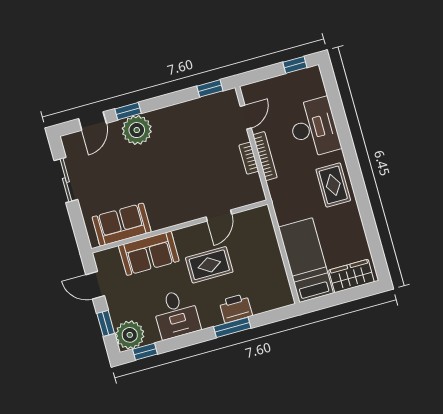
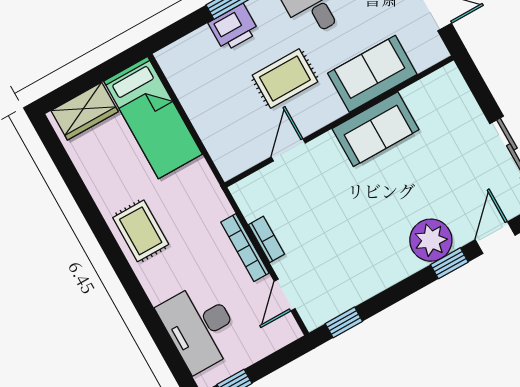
desk: (314, 128) -> (200, 327), moved
sofa: (122, 225) -> (376, 129), moved

